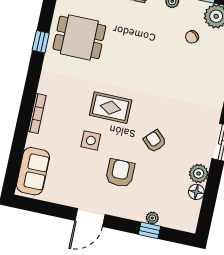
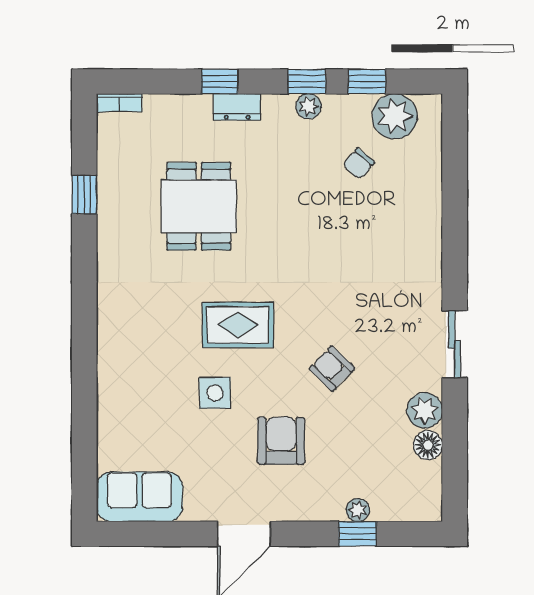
dining table: (79, 37) -> (199, 206), moved, turned 90
window: (41, 42) -> (84, 195), moved
bookcase: (37, 113) -> (106, 365), removed
sofa: (33, 171) -> (139, 497), moved, turned -90

